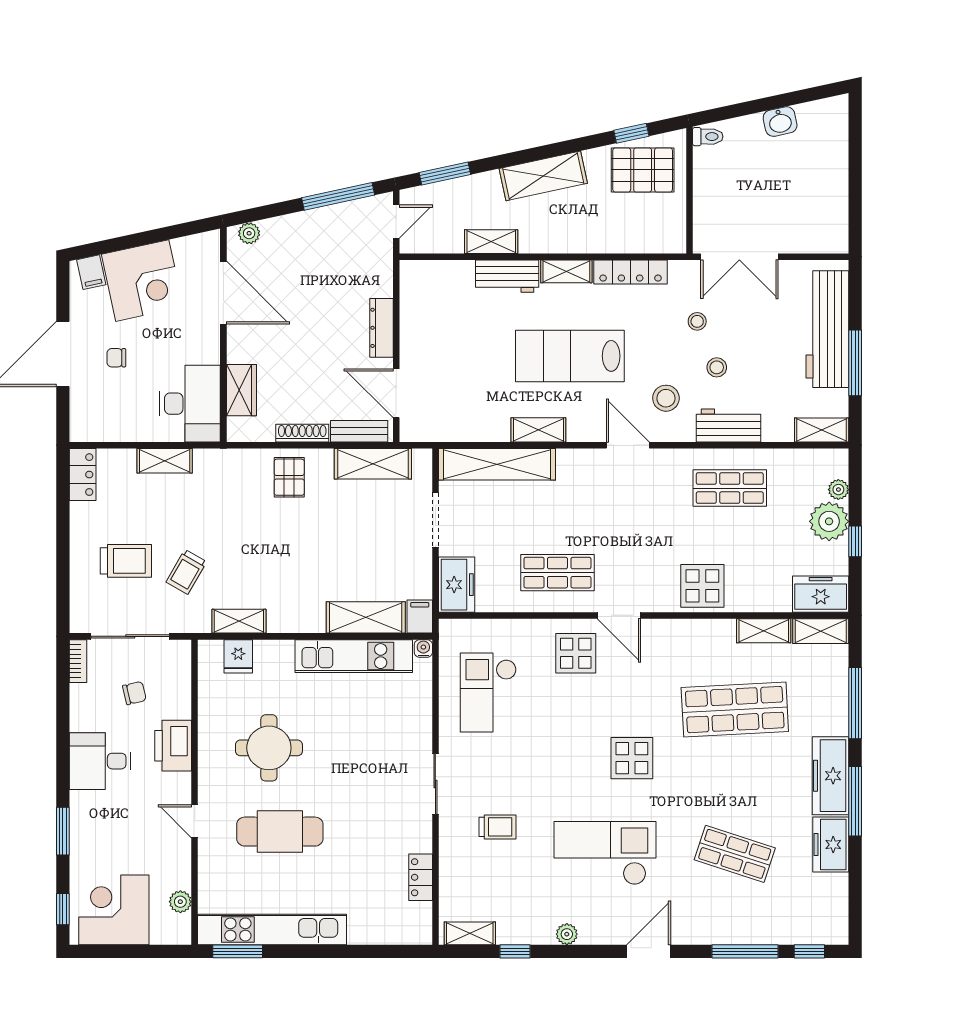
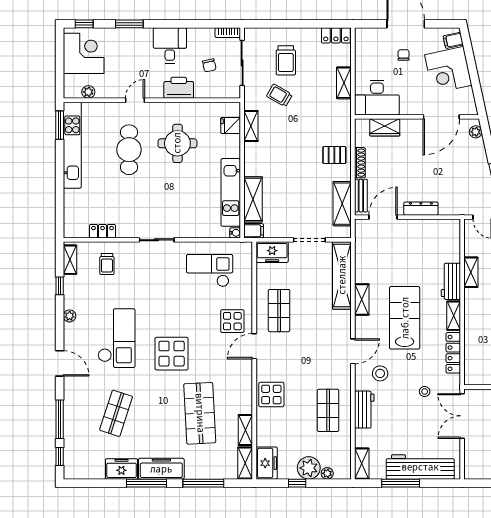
stool: (717, 367) -> (398, 403), removed
display table: (632, 758) -> (172, 354), width x1.36, depth x1.36
trolley: (498, 827) -> (107, 264), moved

